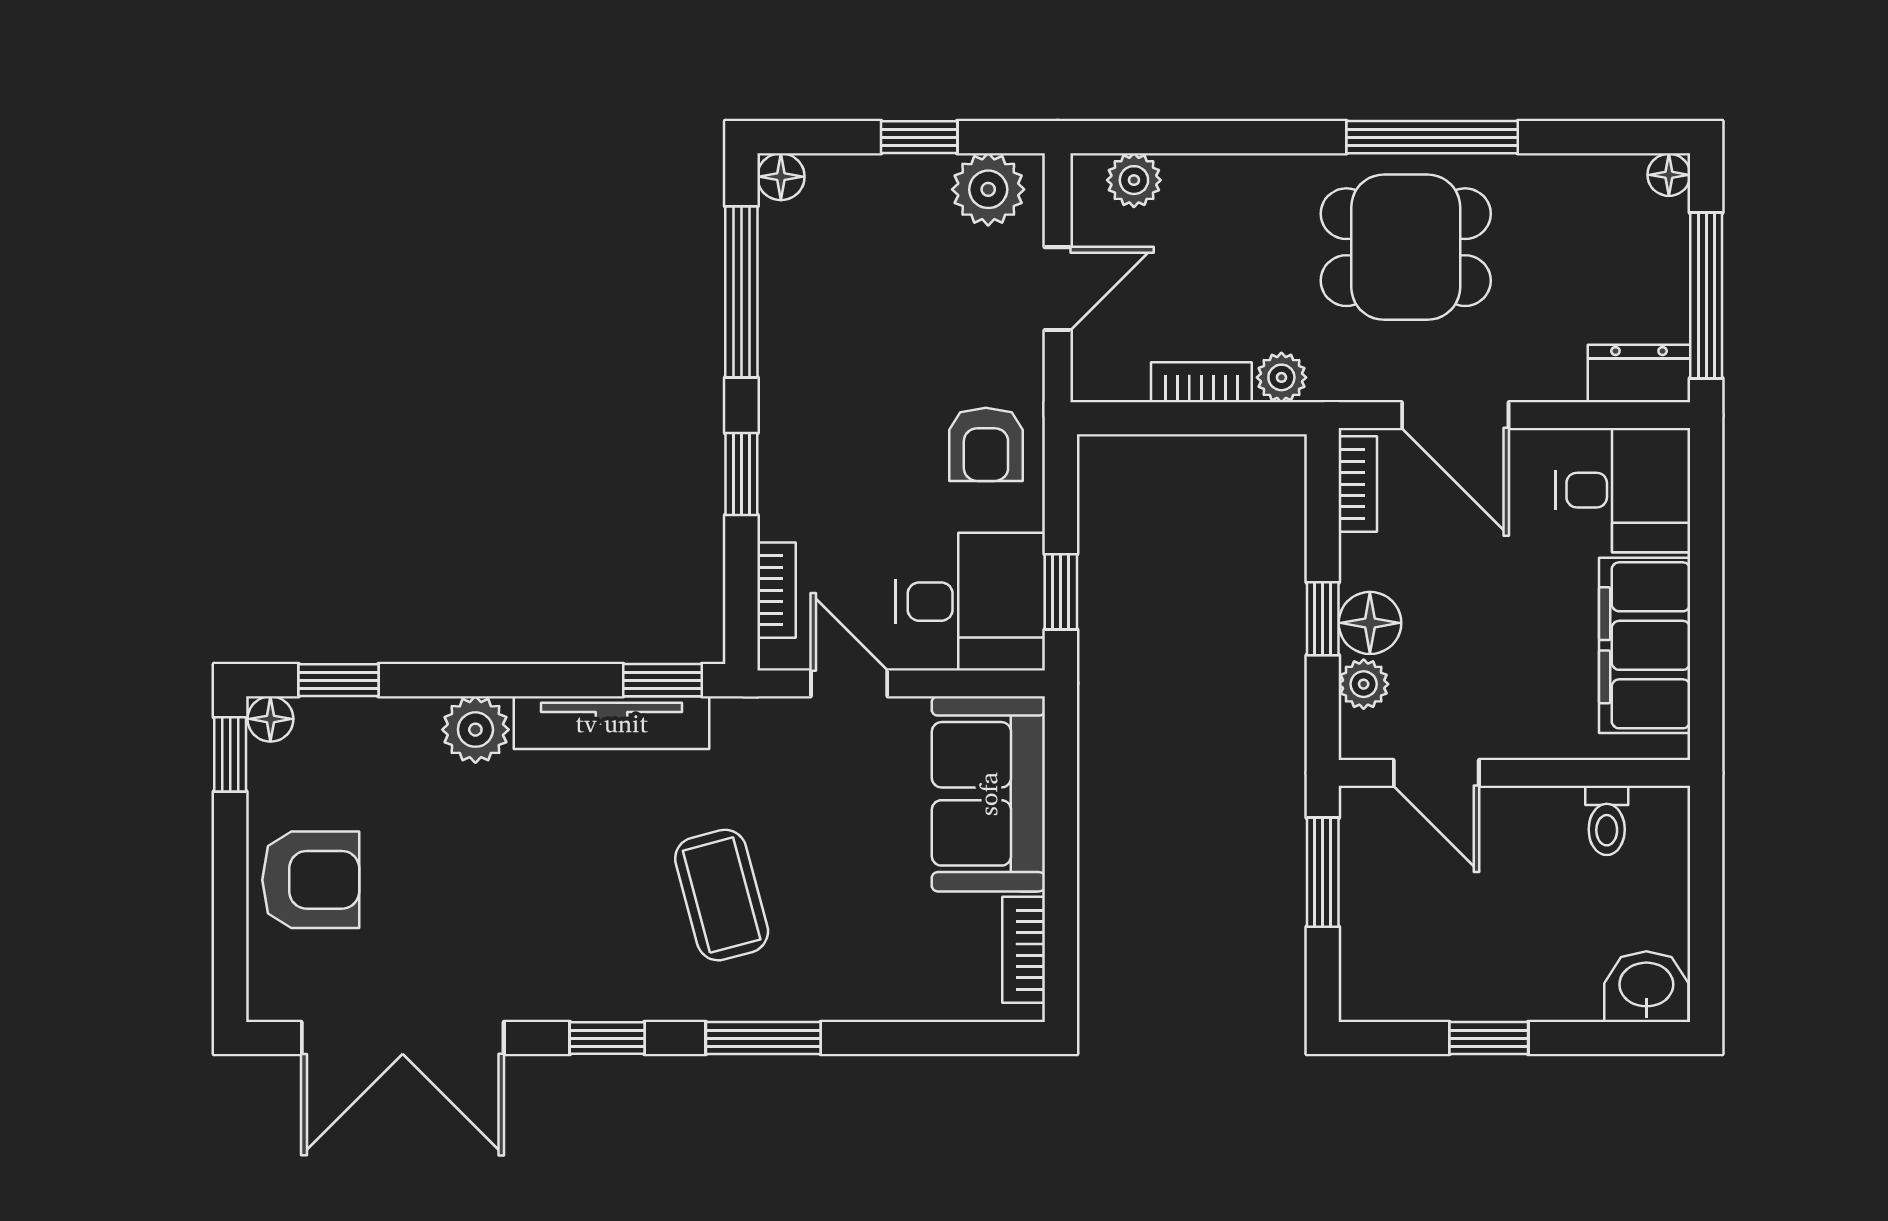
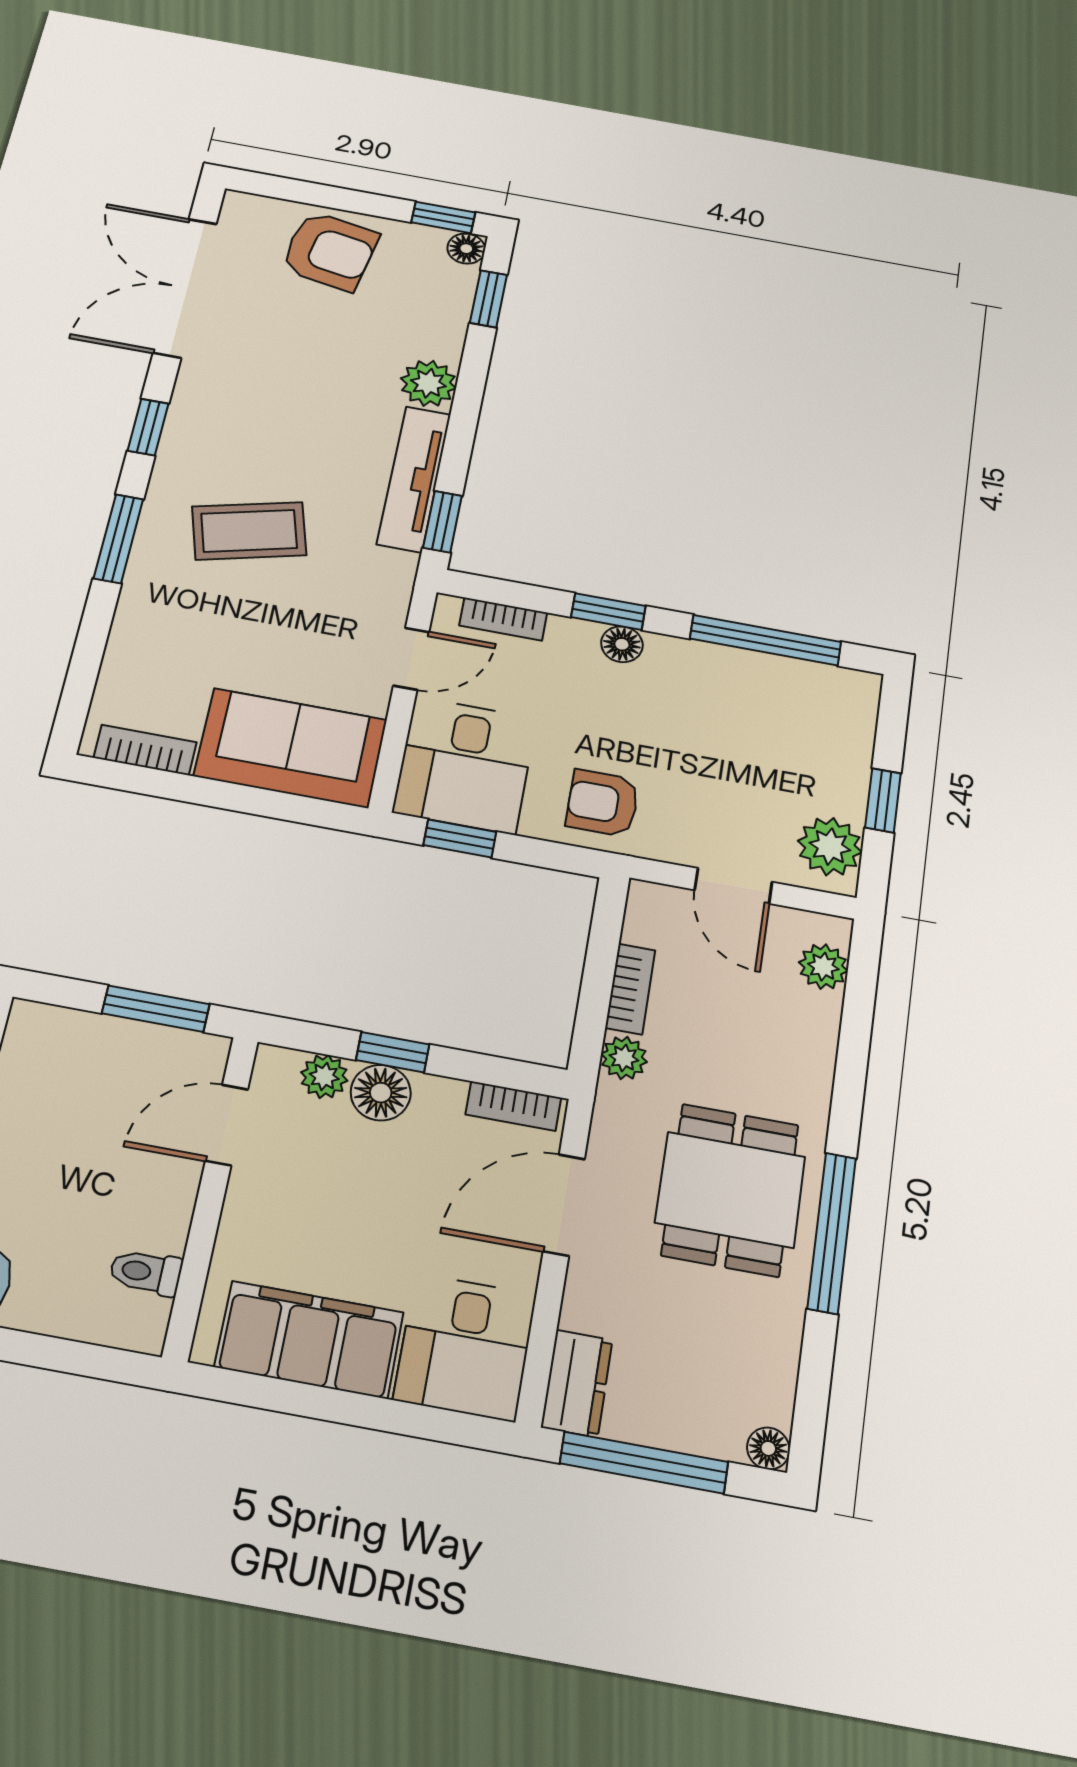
floor lamp: (781, 177) -> (622, 644), moved
armchair: (311, 880) -> (330, 251), turned -80

